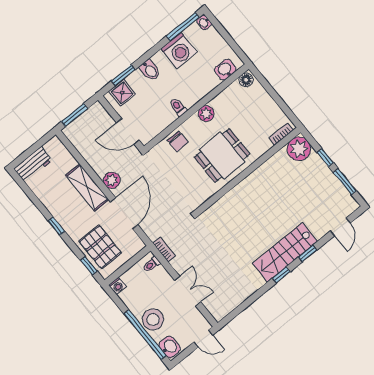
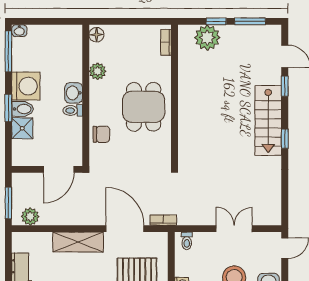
washing machine: (179, 51) -> (26, 86), moved
washbasin: (225, 70) -> (74, 93), moved
window: (123, 75) -> (8, 108), moved
shower: (122, 93) -> (22, 128), moved
plant: (206, 114) -> (97, 71), moved
plant: (299, 149) -> (207, 38), moved
plant: (112, 180) -> (30, 216), moved
bookcase: (164, 249) -> (163, 220), moved
window: (308, 254) -> (285, 86), moved

